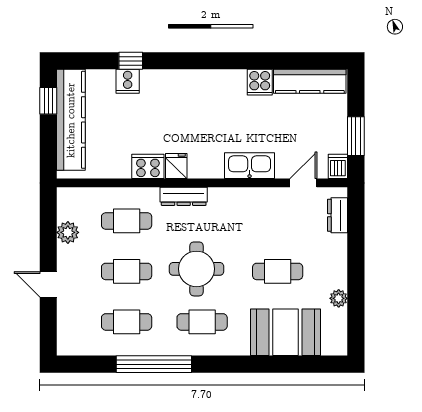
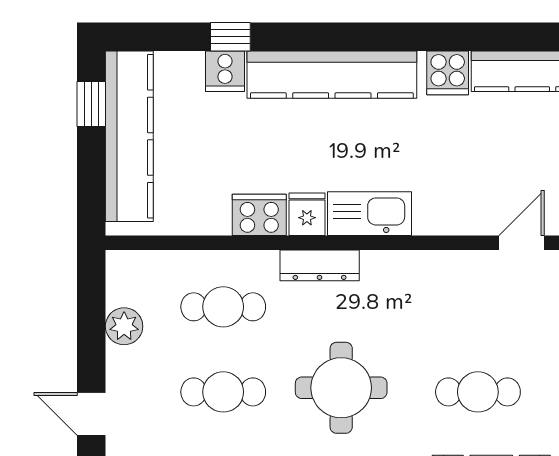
kitchen counter: (191, 83) -> (332, 75), added
kitchen sink: (250, 166) -> (369, 214), moved

